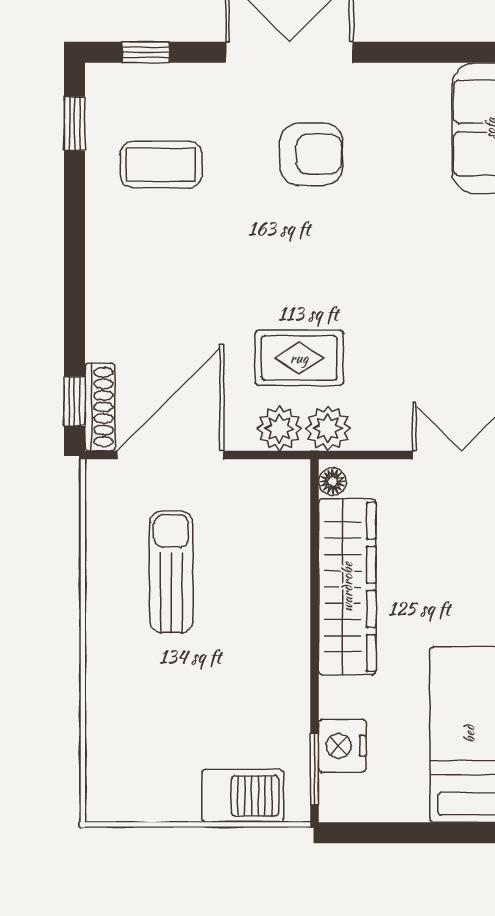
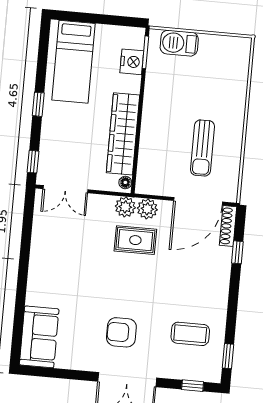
window: (75, 401) -> (237, 252), moved

